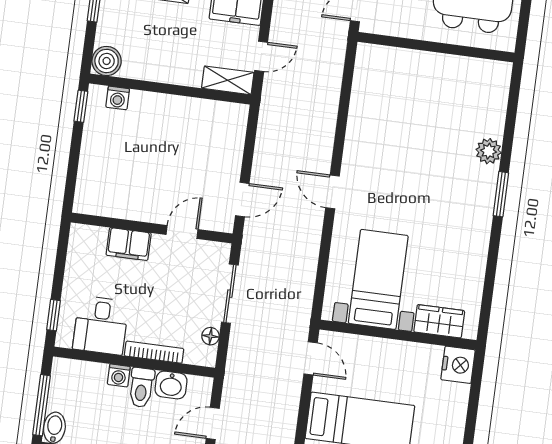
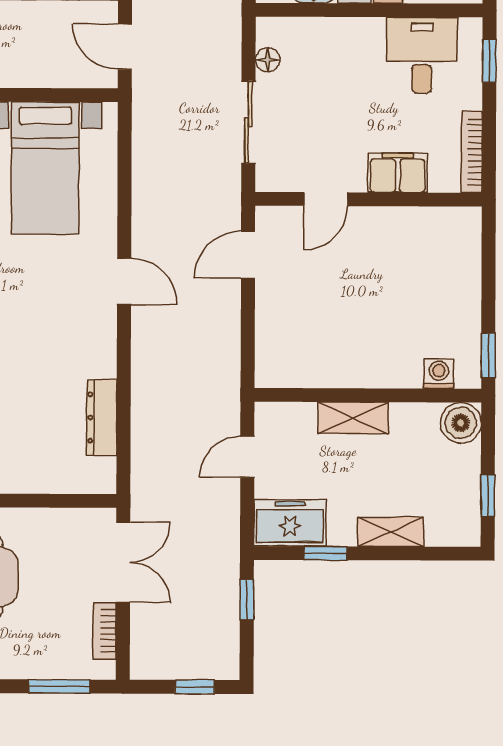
shelving: (228, 80) -> (353, 418), moved
dresser: (361, 97) -> (102, 418), added
bookcase: (154, 352) -> (472, 152), moved, turned 90

